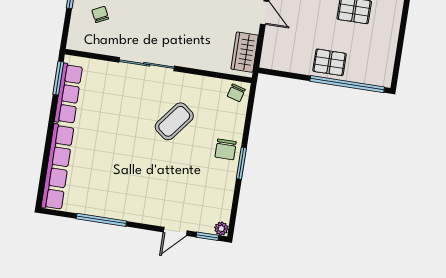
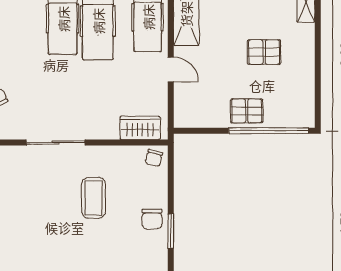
wardrobe: (245, 52) -> (140, 128), moved, turned 90
coffee table: (174, 121) -> (94, 198), turned -38

